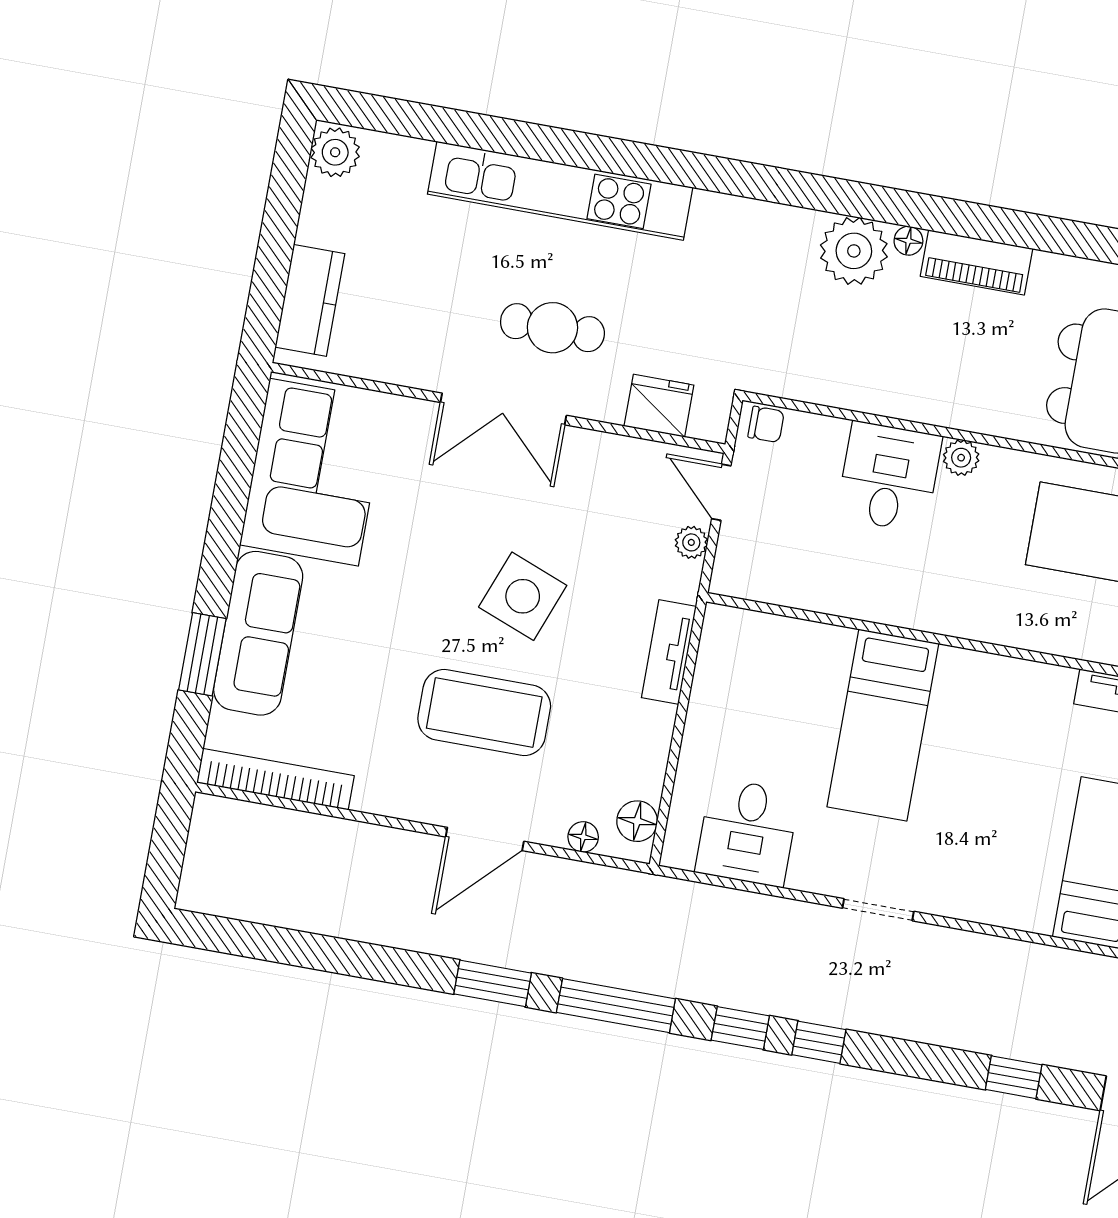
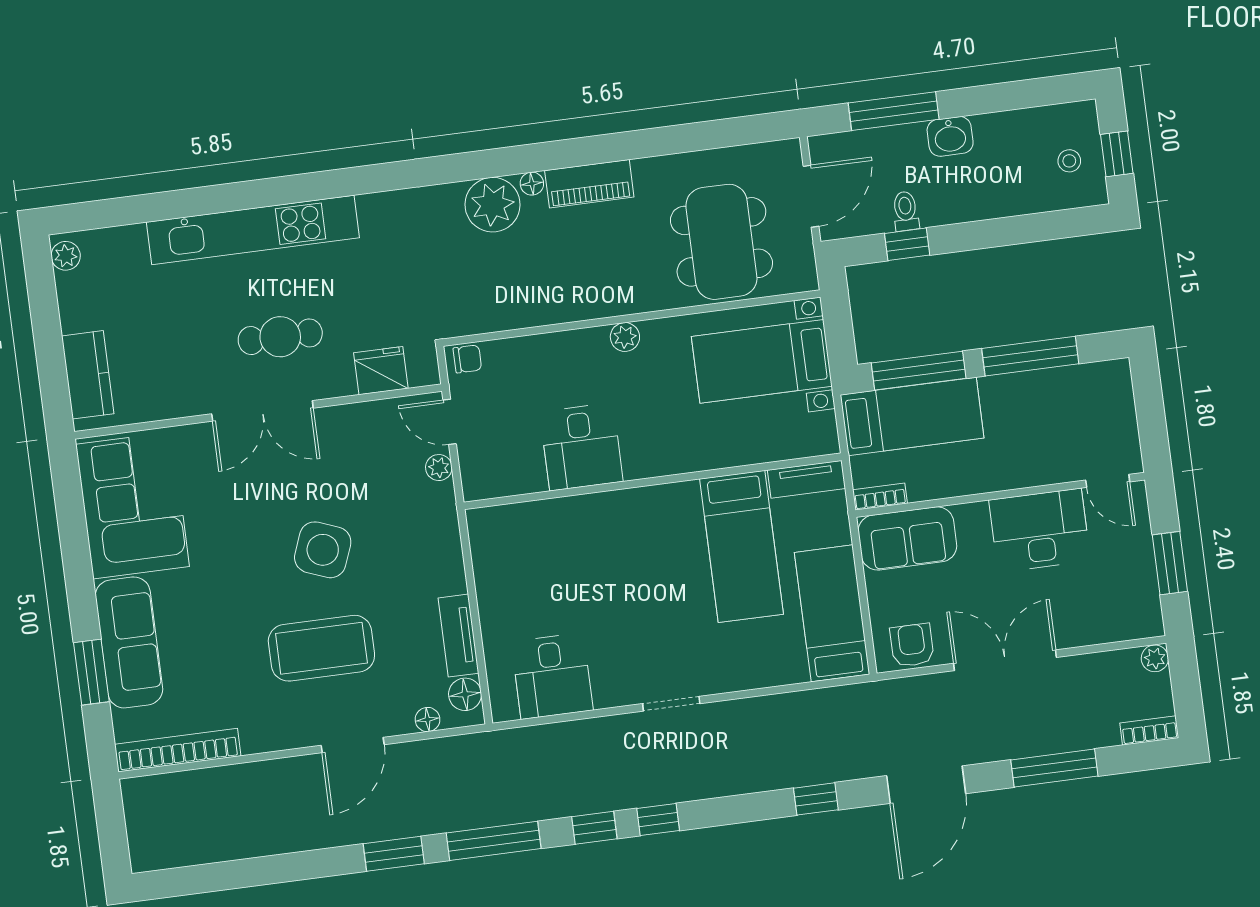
plant: (335, 152) -> (66, 256), width x0.73, depth x0.73
desk: (889, 477) -> (581, 447), moved, turned 180
tv unit: (669, 652) -> (458, 636), moved
bed: (883, 725) -> (742, 546), moved

